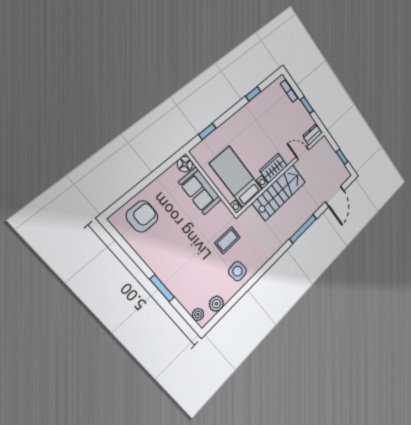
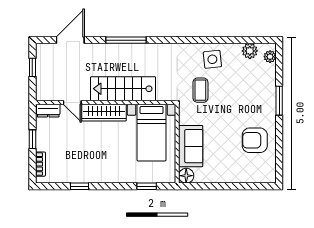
wardrobe: (273, 168) -> (104, 113), width x1.50
armchair: (142, 216) -> (255, 140), moved
coffee table: (227, 240) -> (200, 90), turned 90

